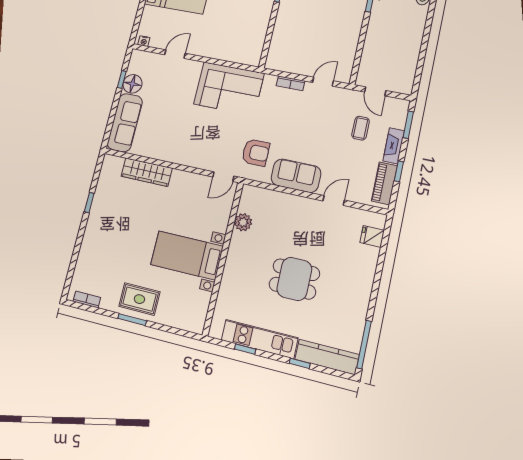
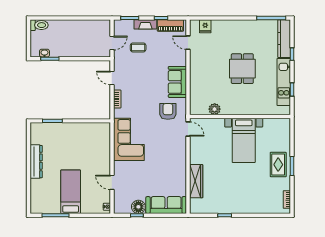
door: (334, 200) -> (188, 43), moved

